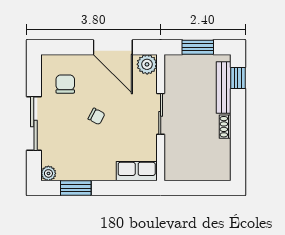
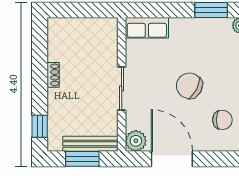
chair: (65, 84) -> (222, 120), turned -90
bench: (224, 87) -> (90, 144), moved, turned 90
chair: (96, 116) -> (189, 86), width x1.87, depth x1.87

